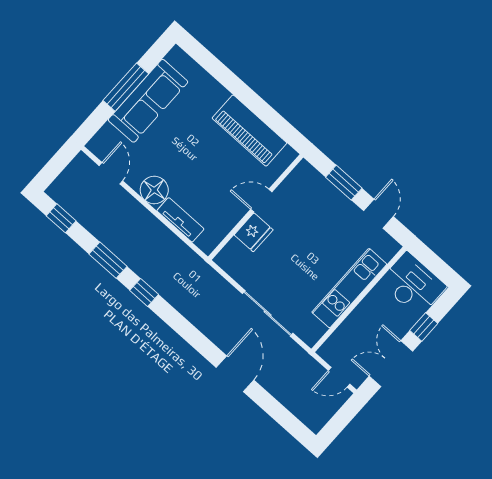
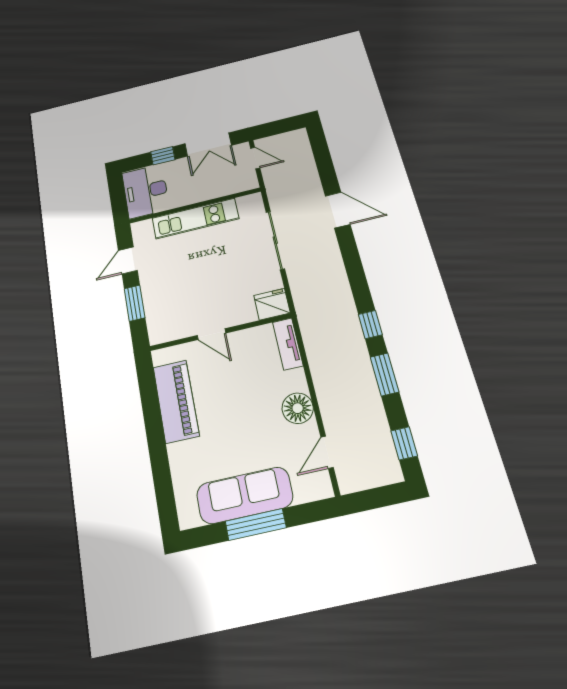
tv unit: (180, 220) -> (288, 344), moved
fridge: (254, 232) -> (272, 304), moved
door: (235, 374) -> (338, 210), swing flipped

